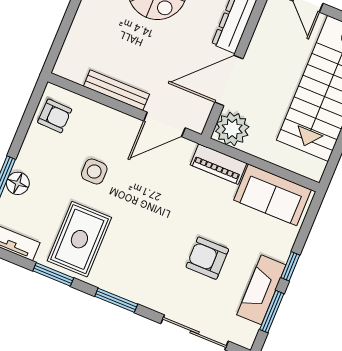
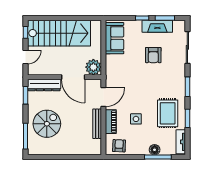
door: (164, 124) -> (103, 97), hinge flipped
piano: (218, 164) -> (111, 122), moved
rug: (79, 239) -> (168, 113), turned 90

